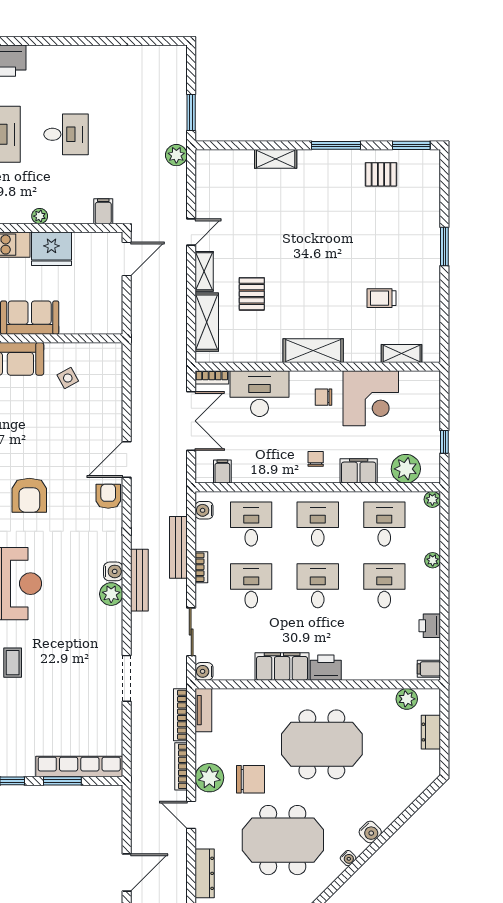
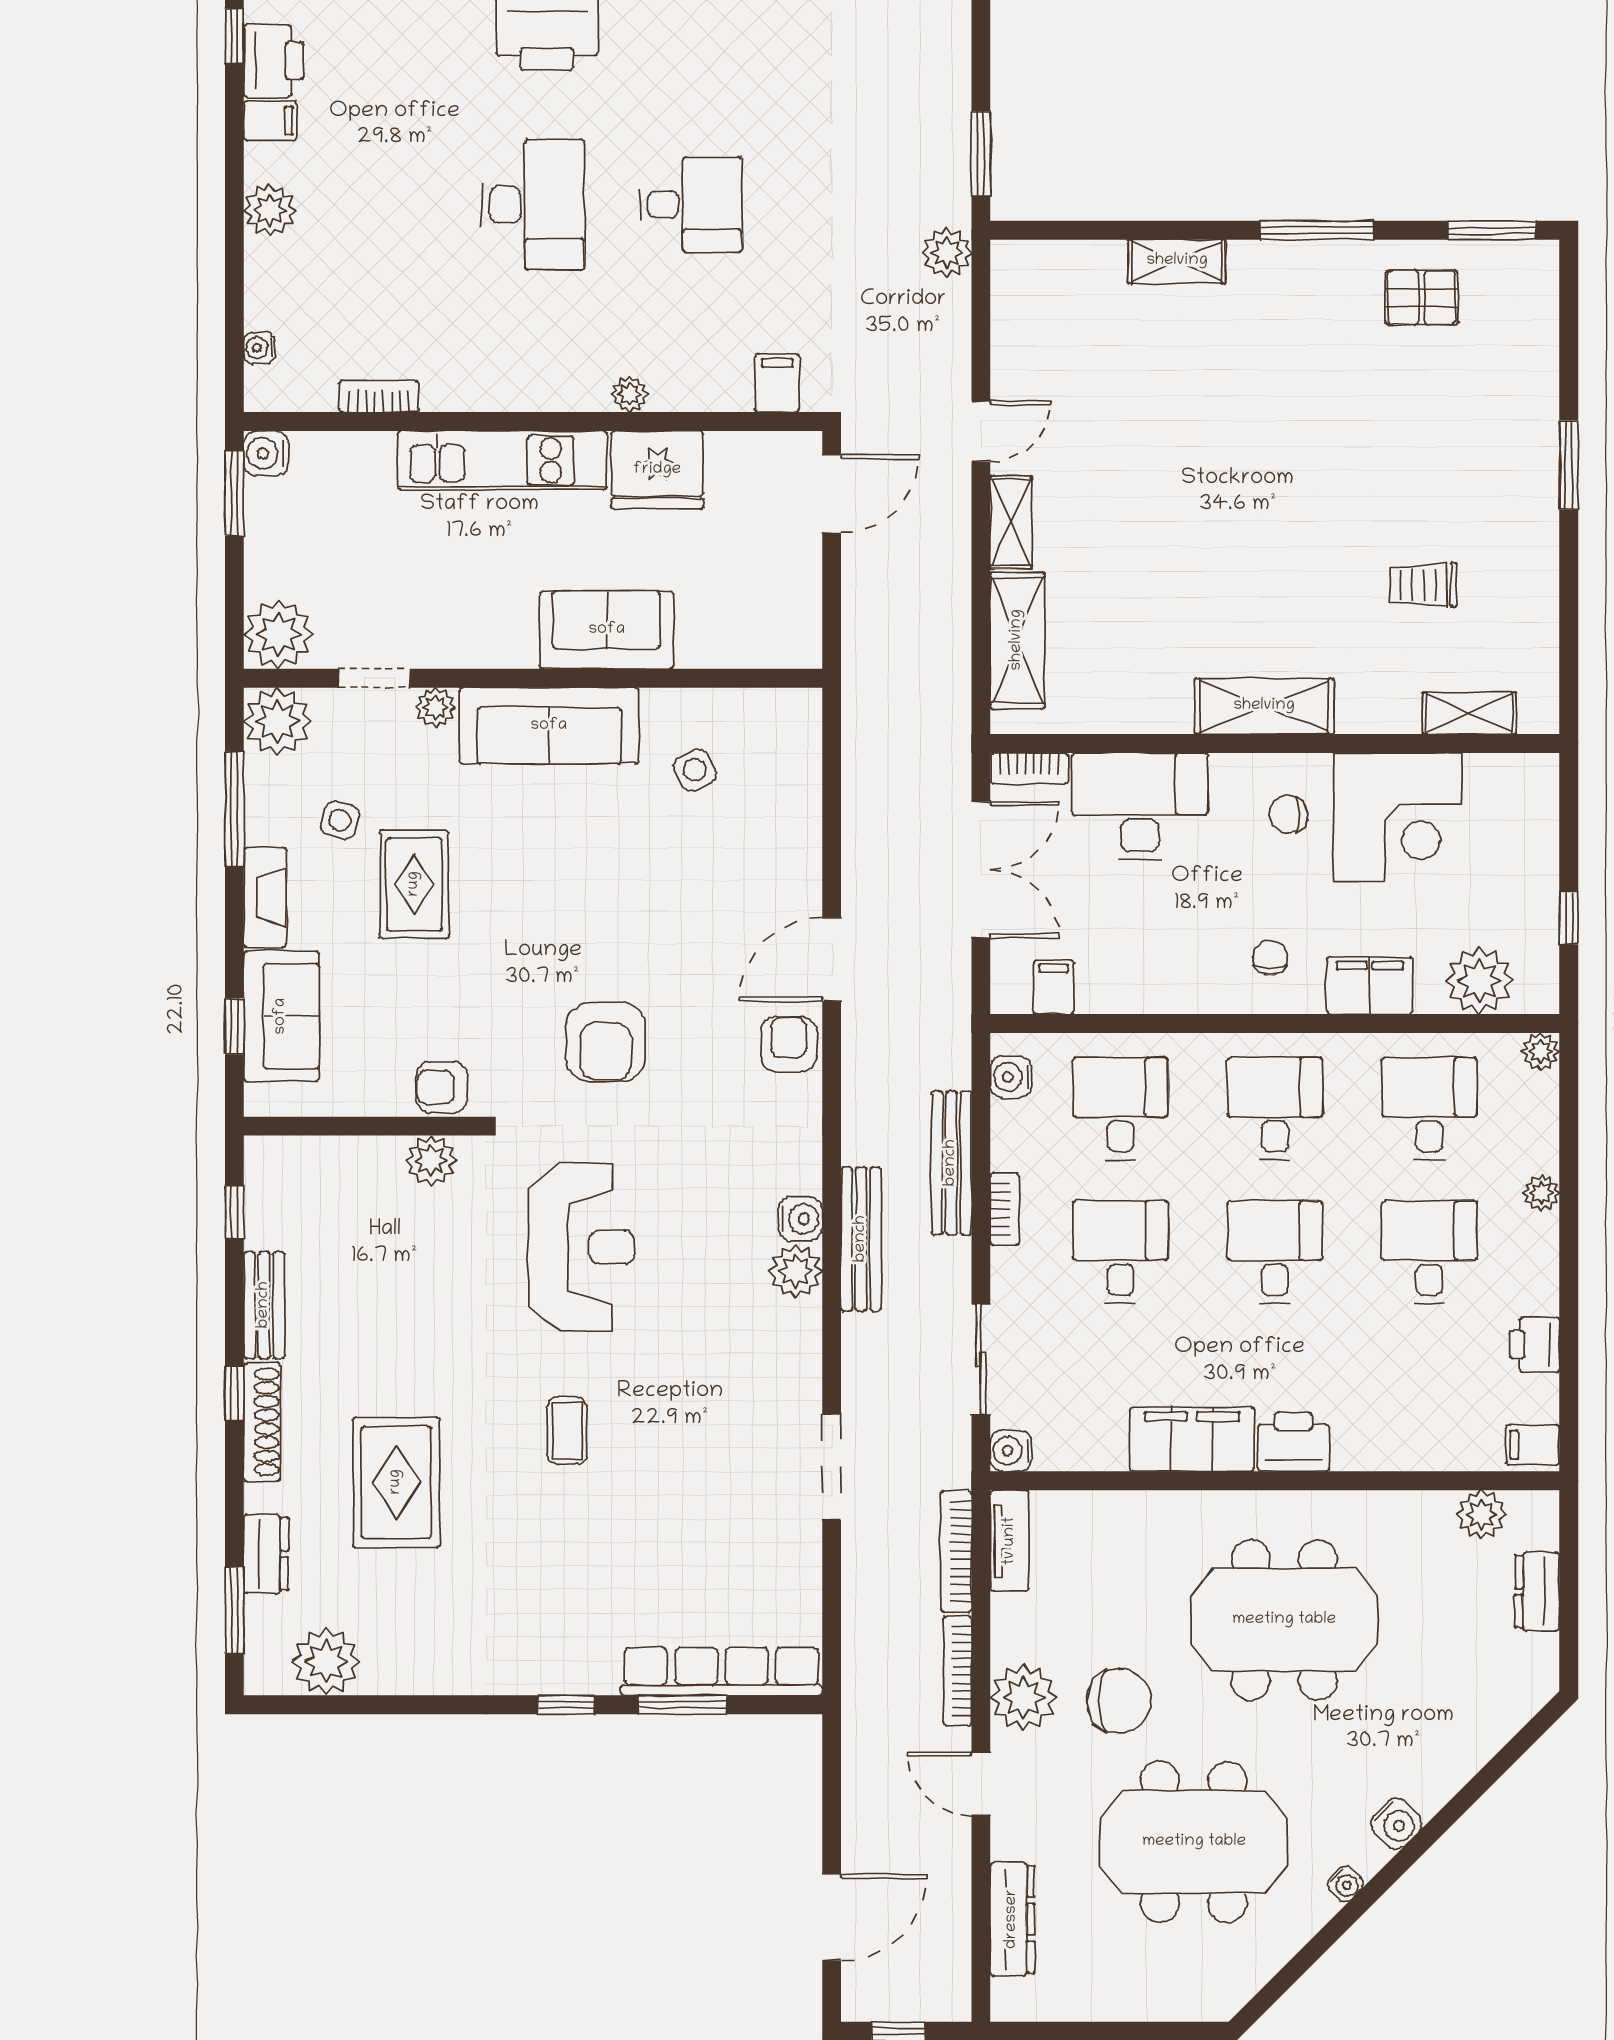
pallet: (252, 294) -> (1122, 575), removed

